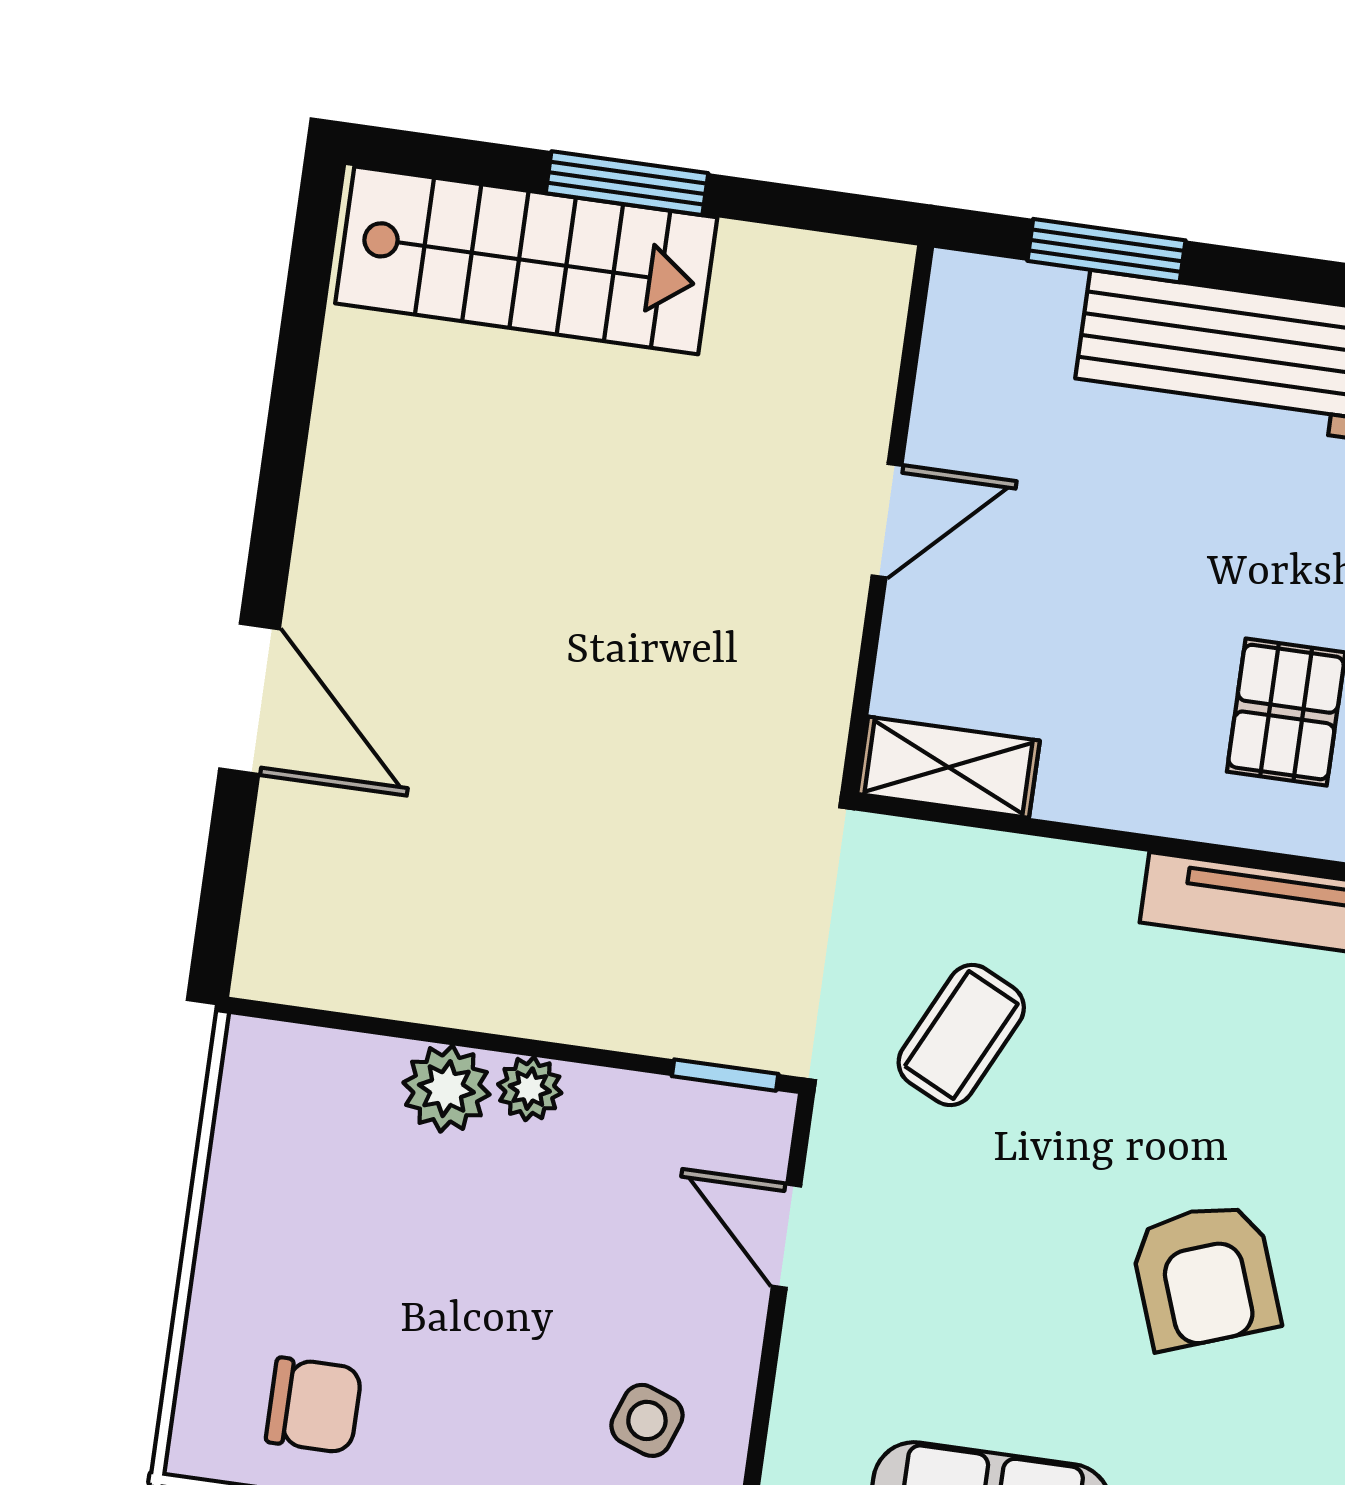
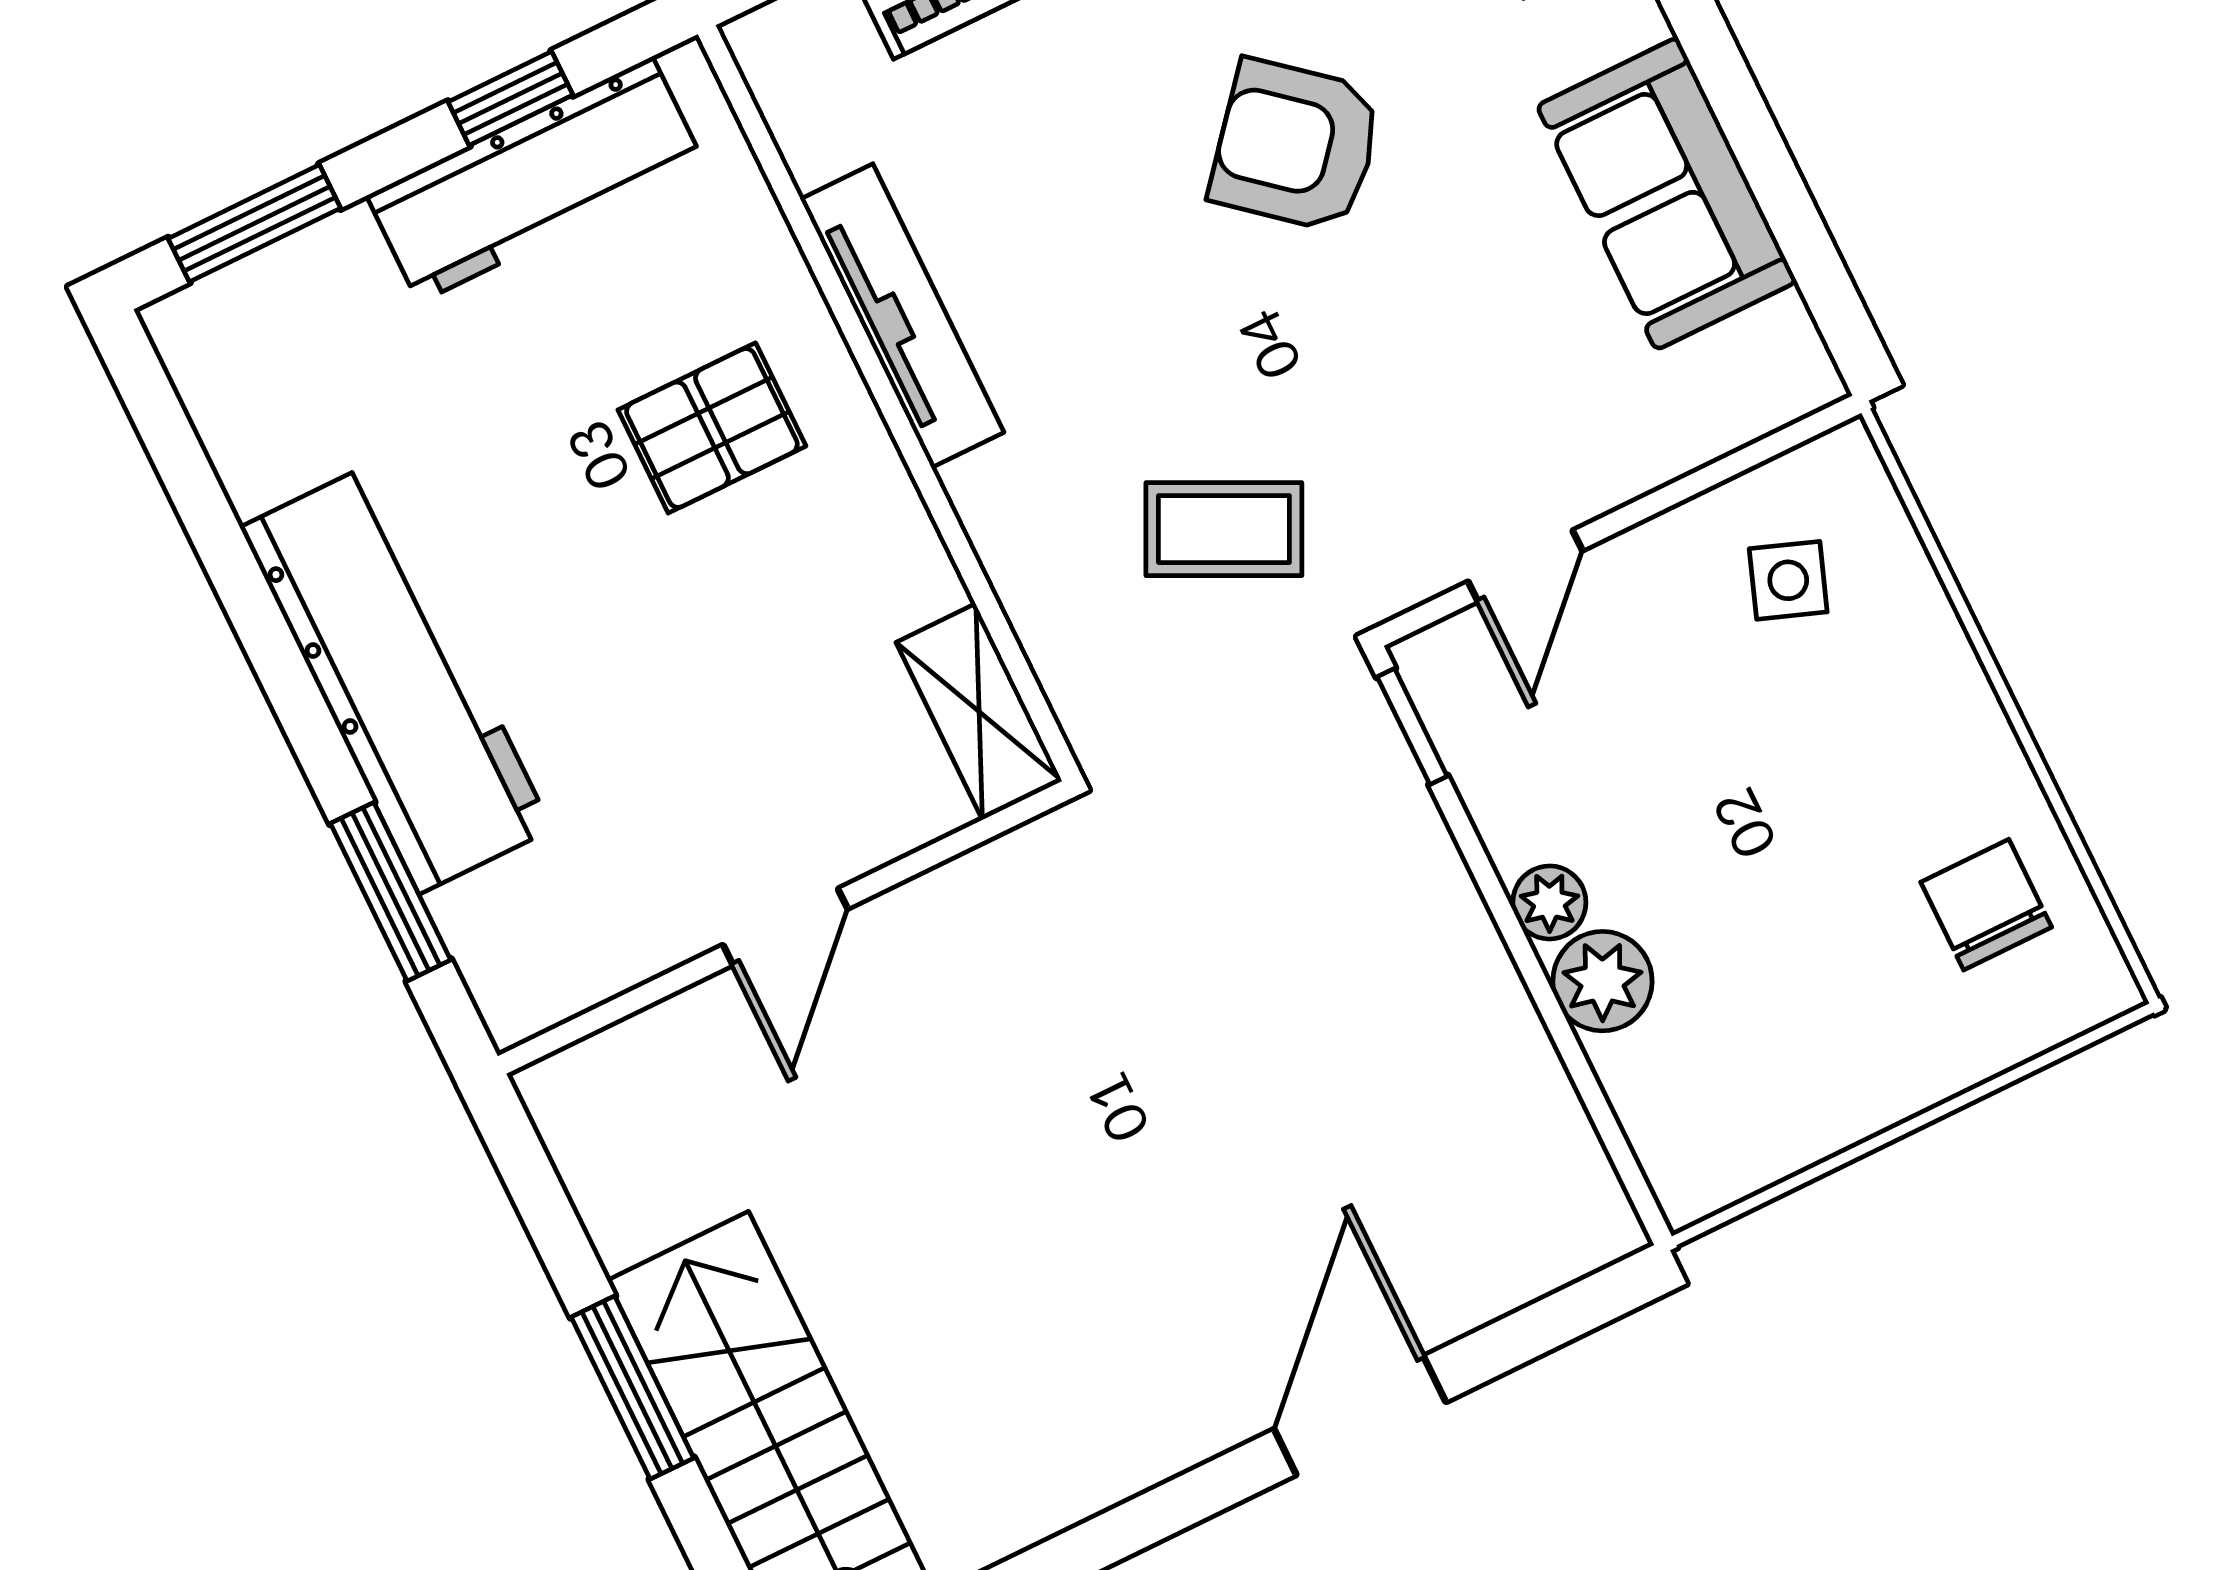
door: (887, 521) -> (785, 927), swing flipped
armchair: (1205, 1276) -> (1296, 146), turned -120

